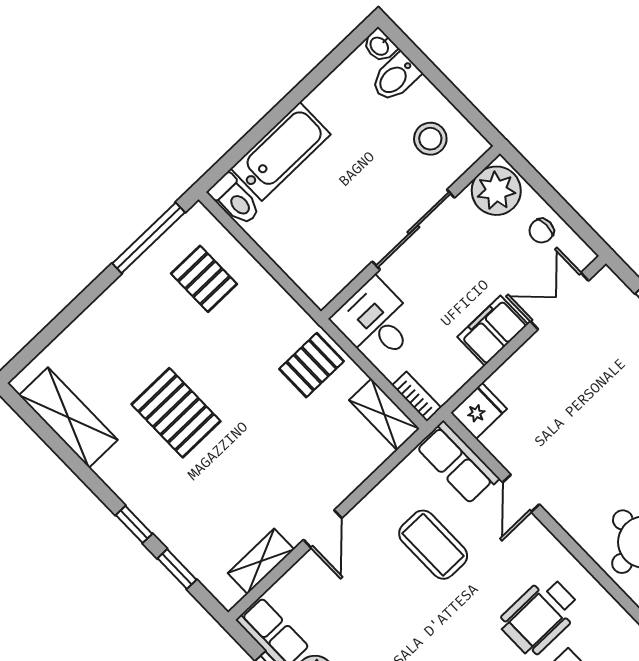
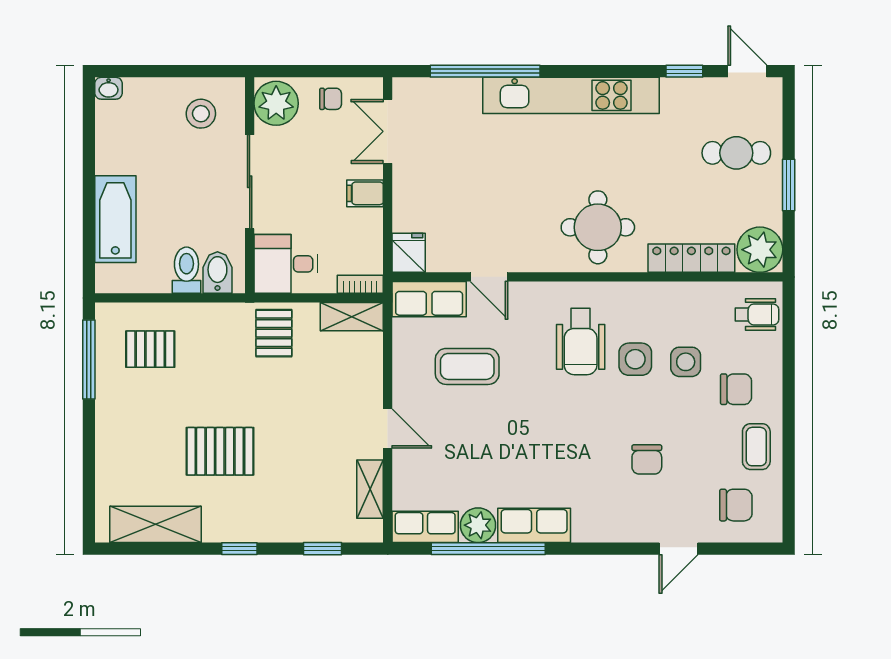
bidet: (395, 78) -> (217, 272), moved, turned 180
toilet: (235, 200) -> (186, 270), moved, turned -90
chair: (542, 231) -> (331, 99), turned -90
filing cabinet: (493, 331) -> (365, 193), width x0.50
window: (134, 524) -> (239, 549), moved

